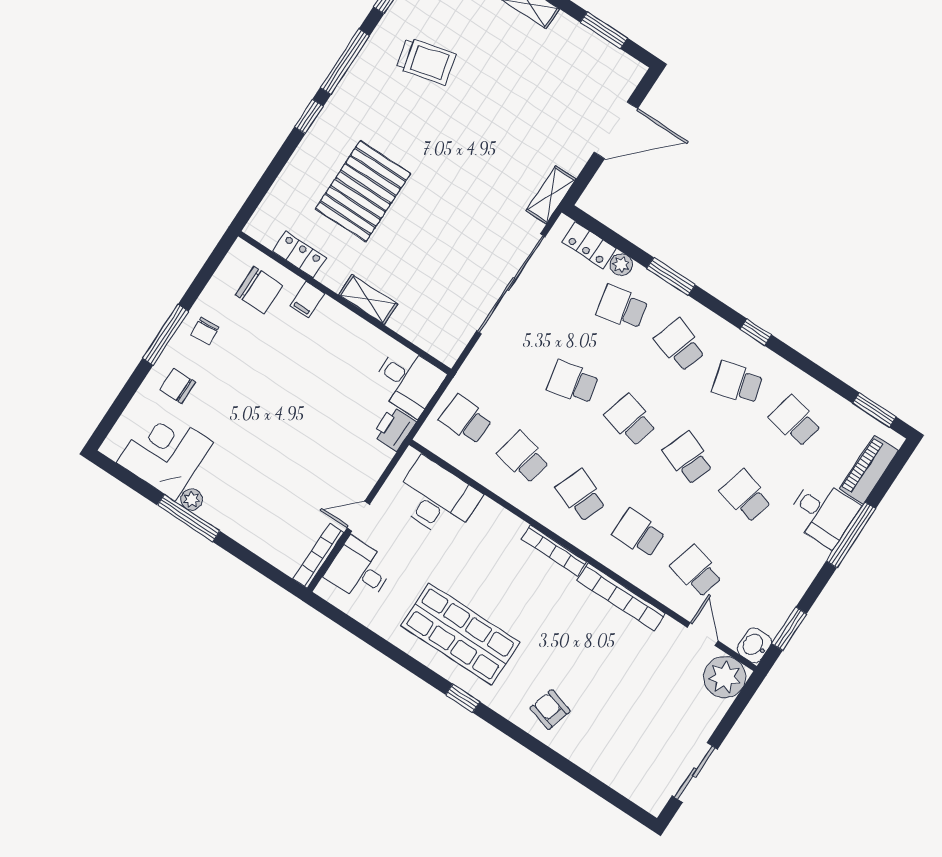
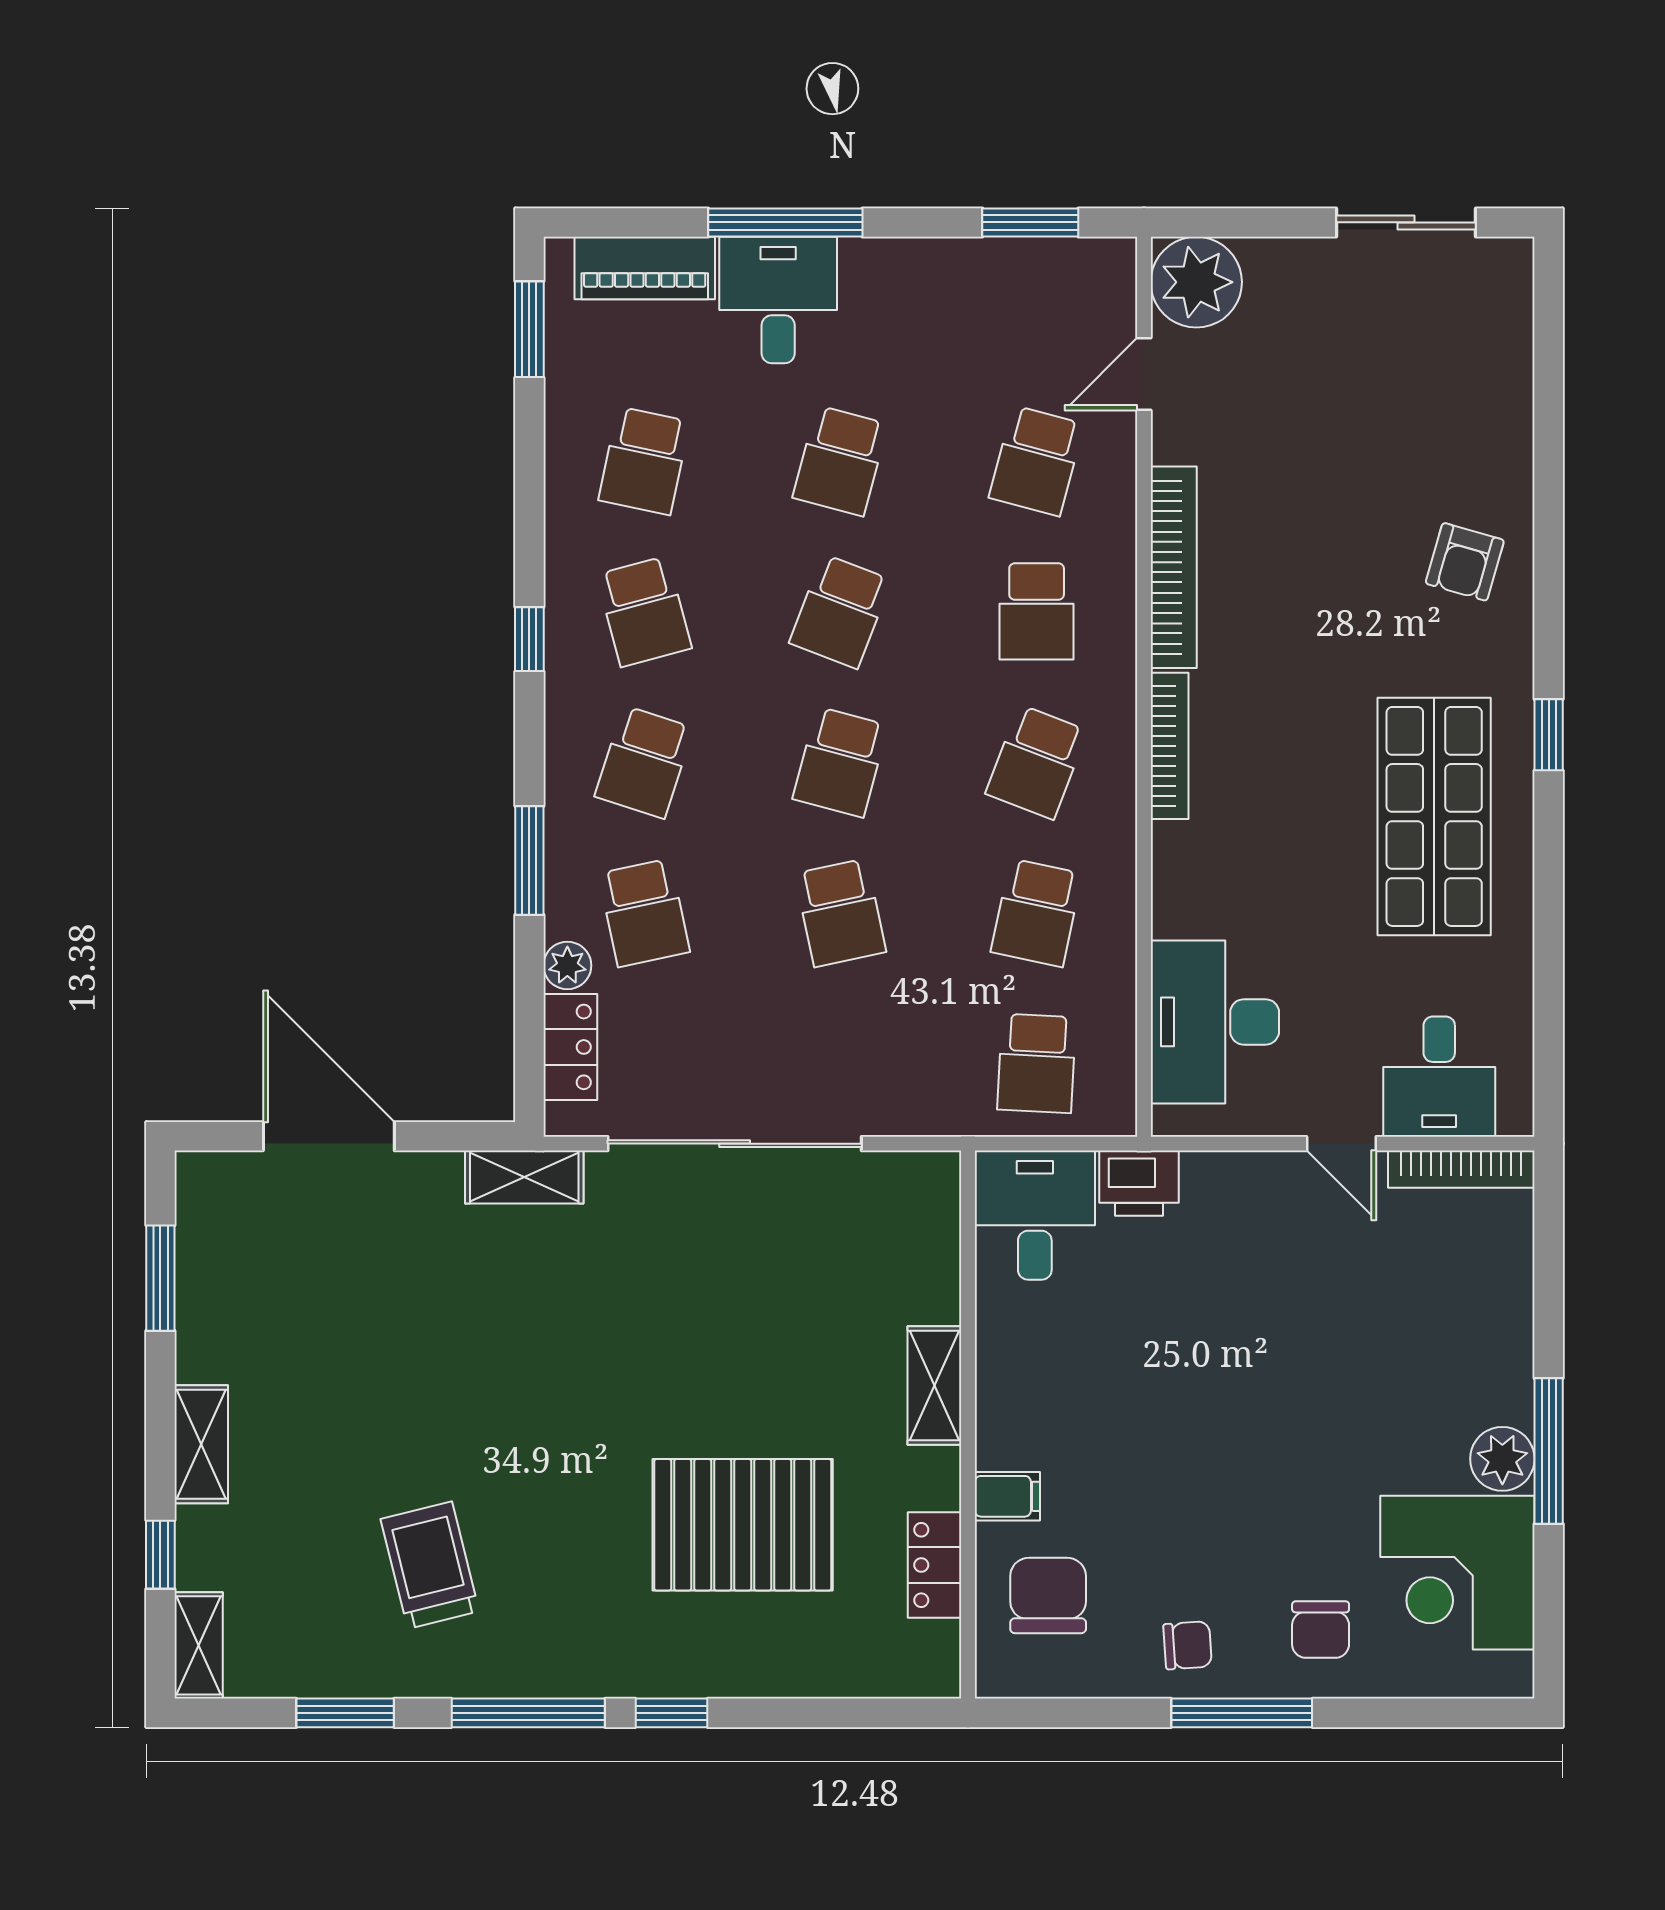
plant: (192, 500) -> (1502, 1459), width x1.38, depth x1.38
washbasin: (754, 645) -> (1102, 266), removed

